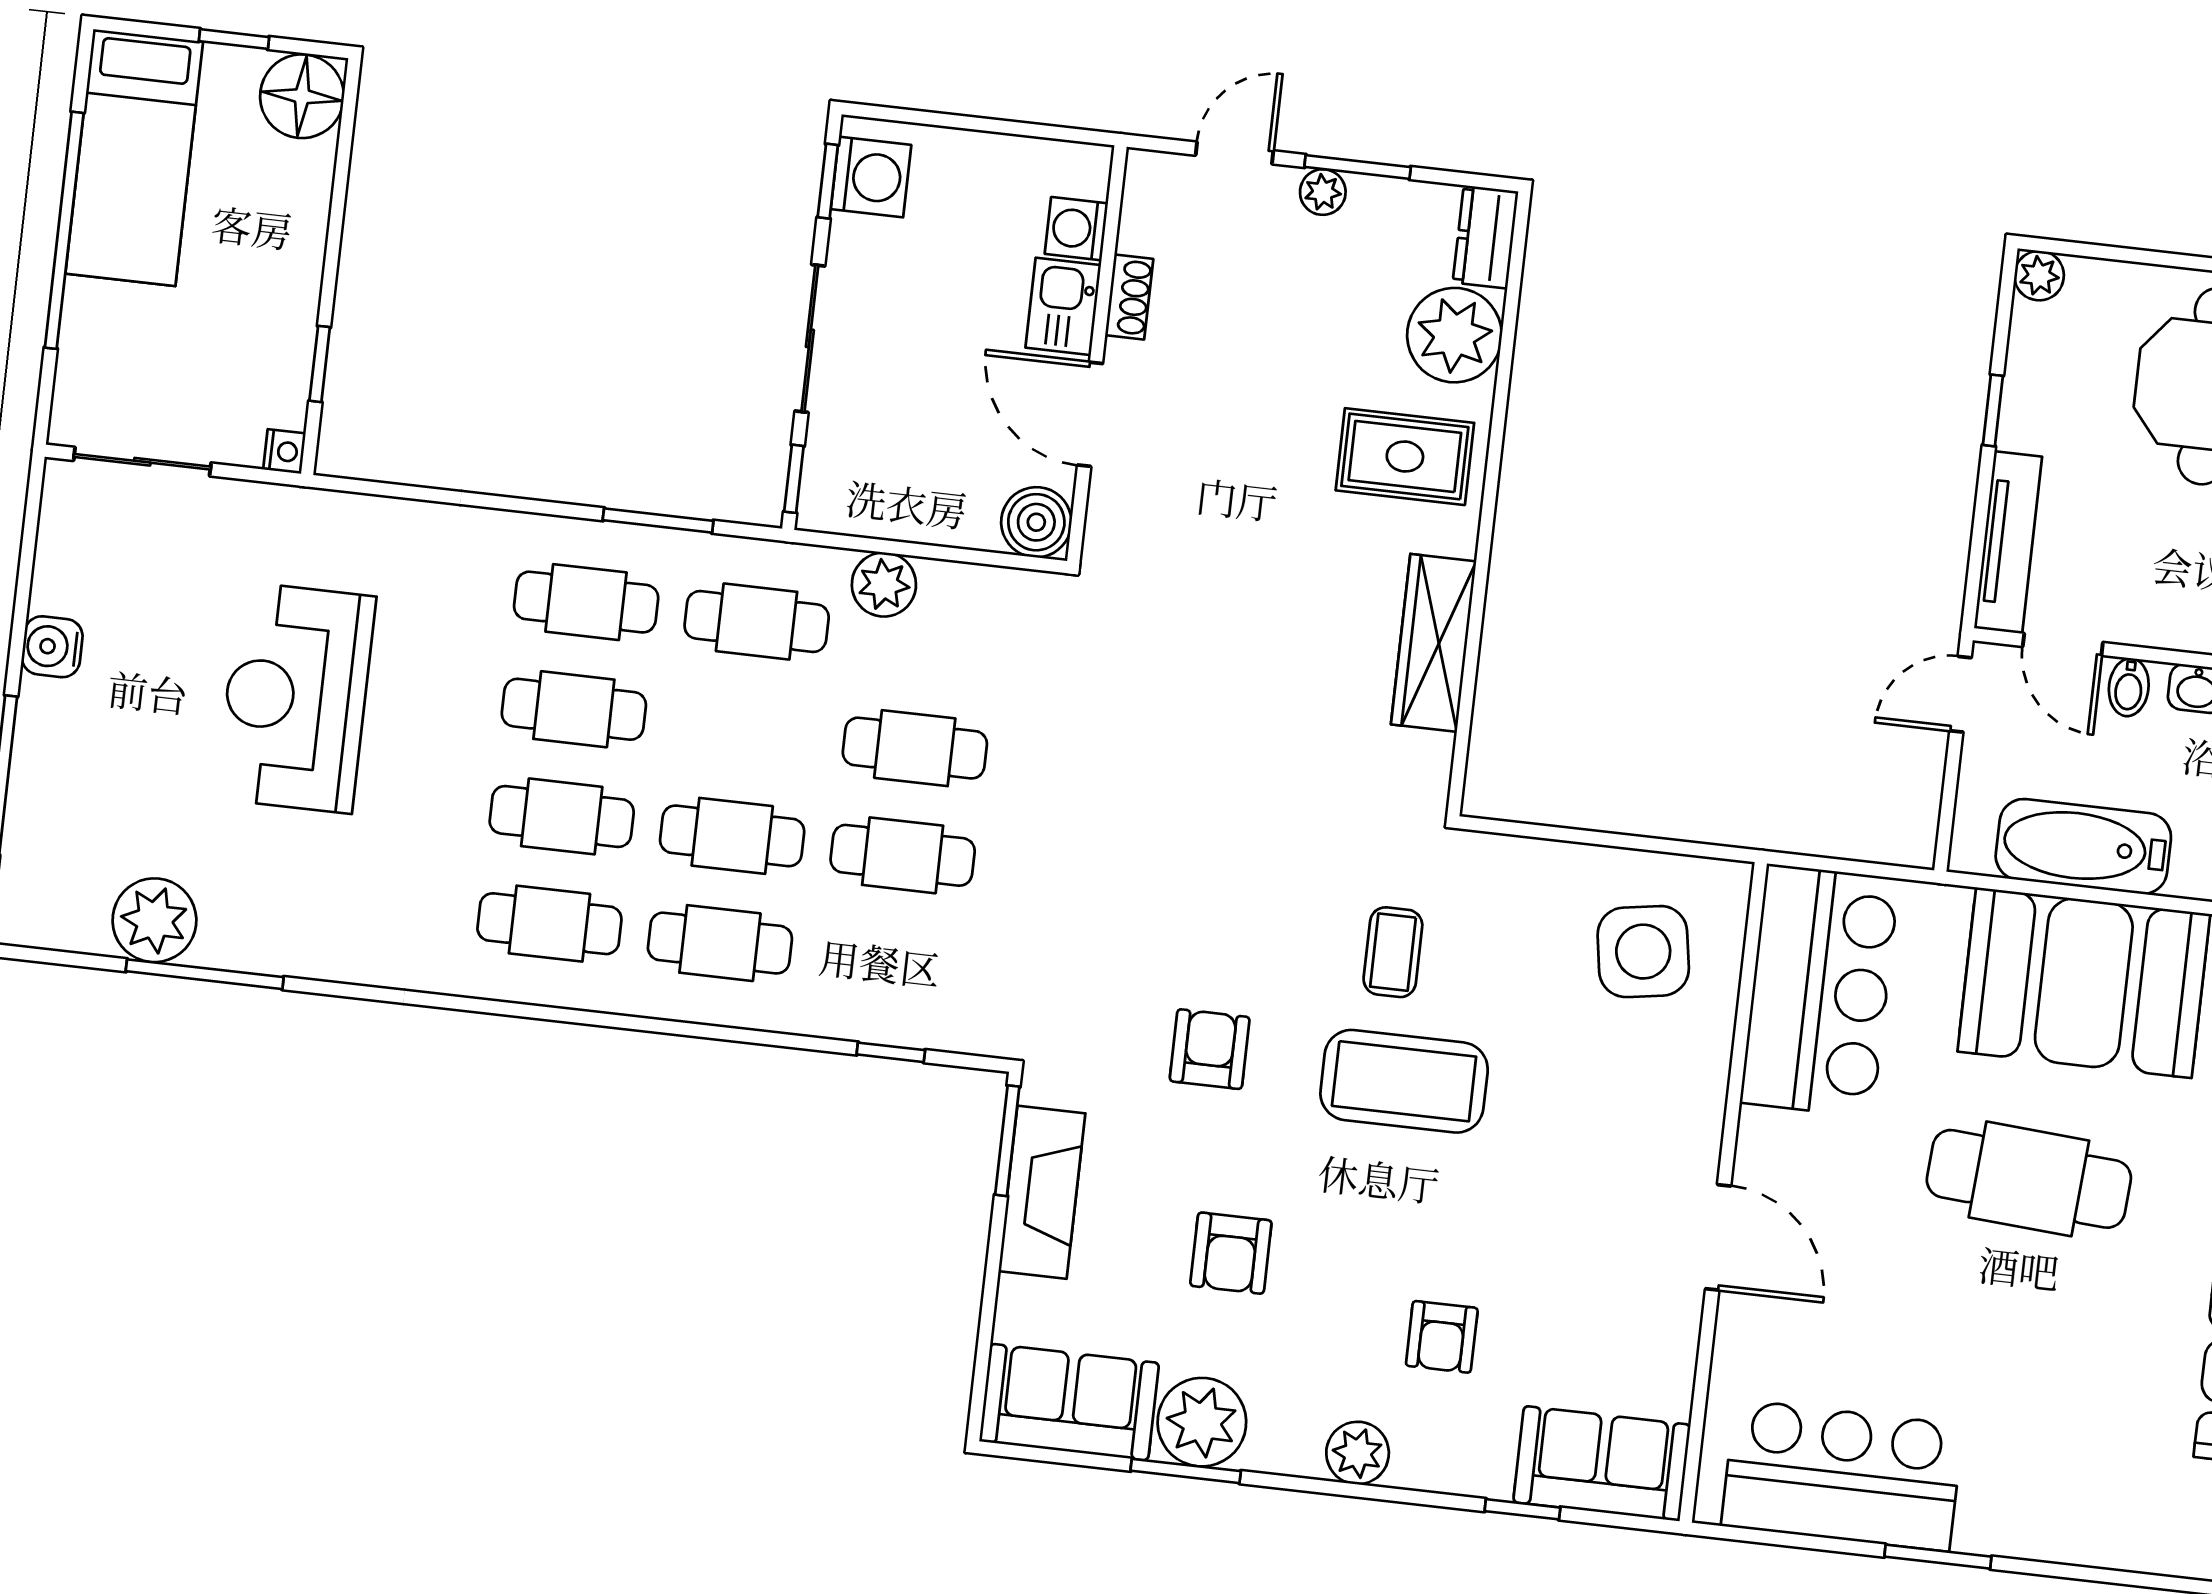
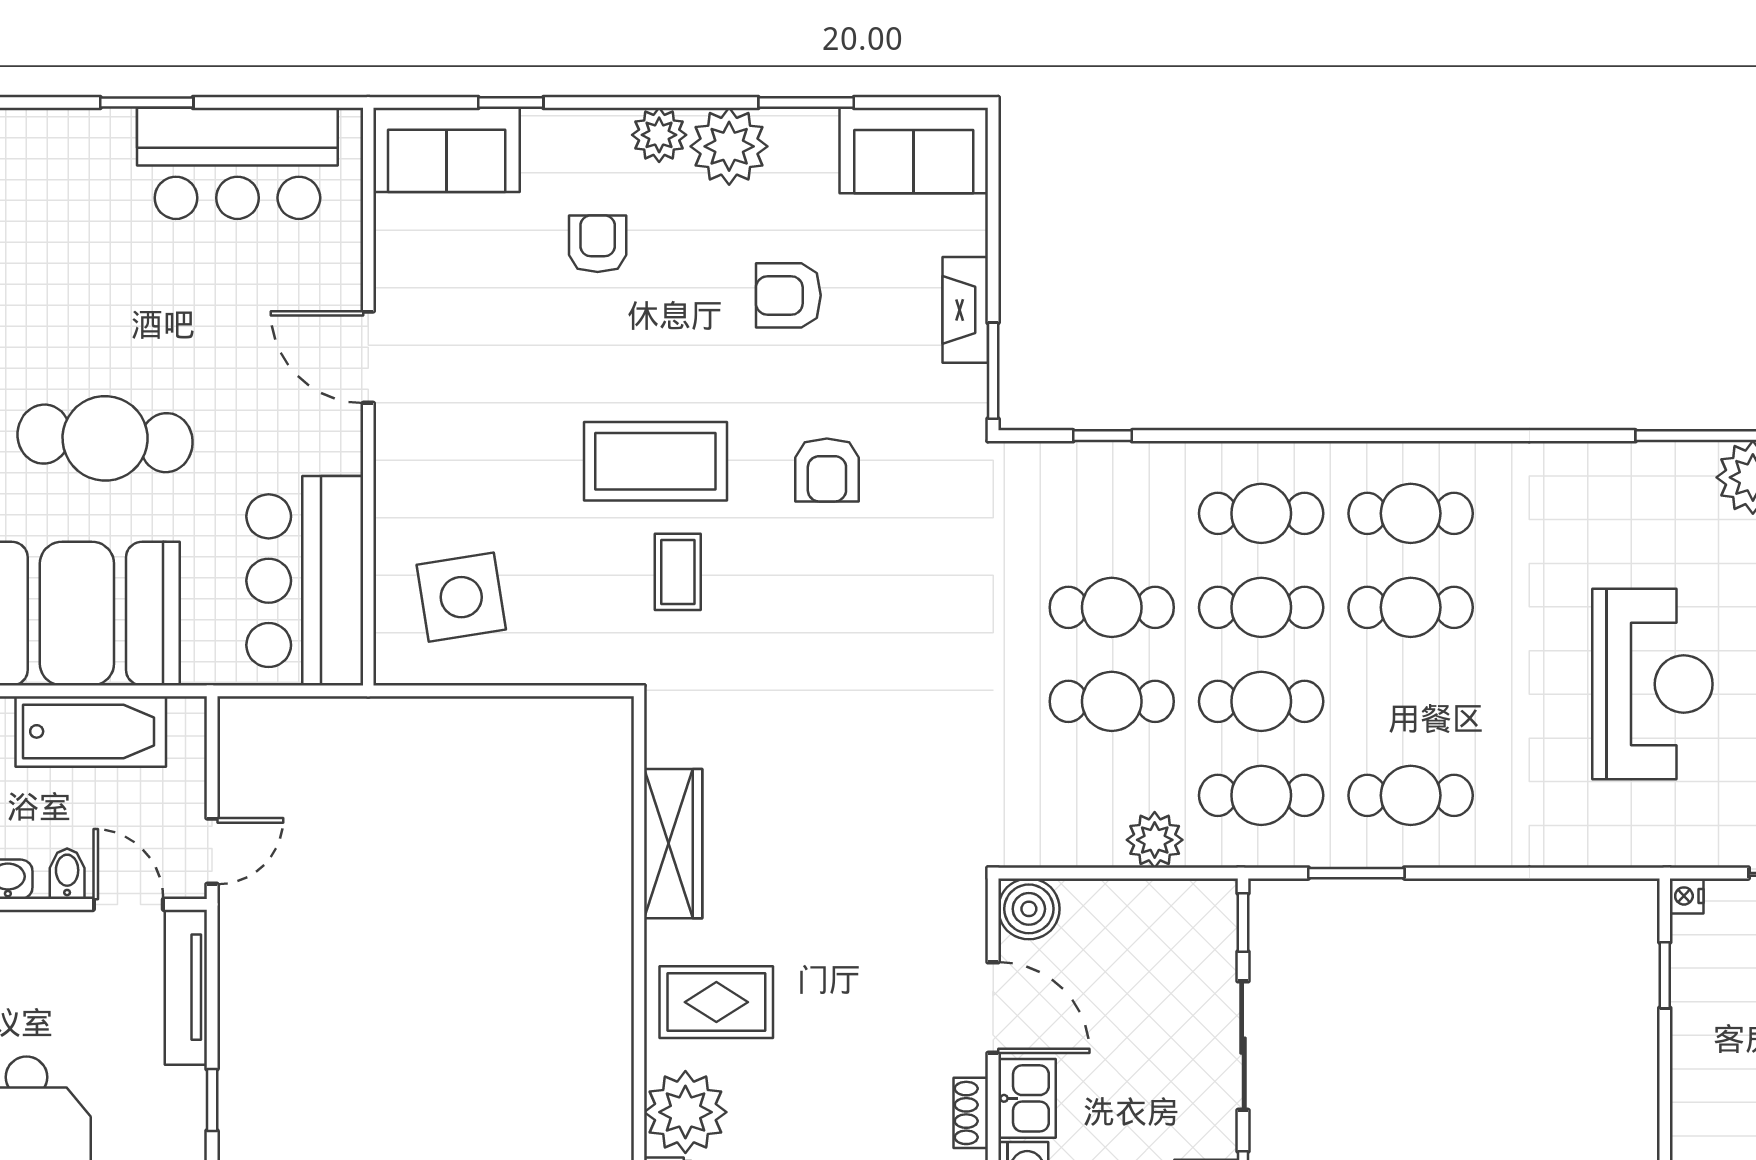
cafe table: (574, 709) -> (1261, 701), moved
fireplace: (1042, 1192) -> (965, 310), width x0.73, depth x0.76
armchair: (1231, 1253) -> (788, 295), turned -90
plant: (1202, 1422) -> (729, 146), moved

